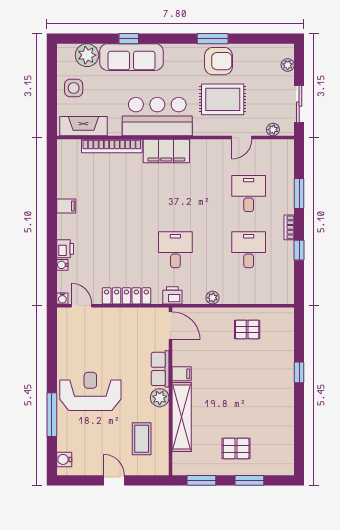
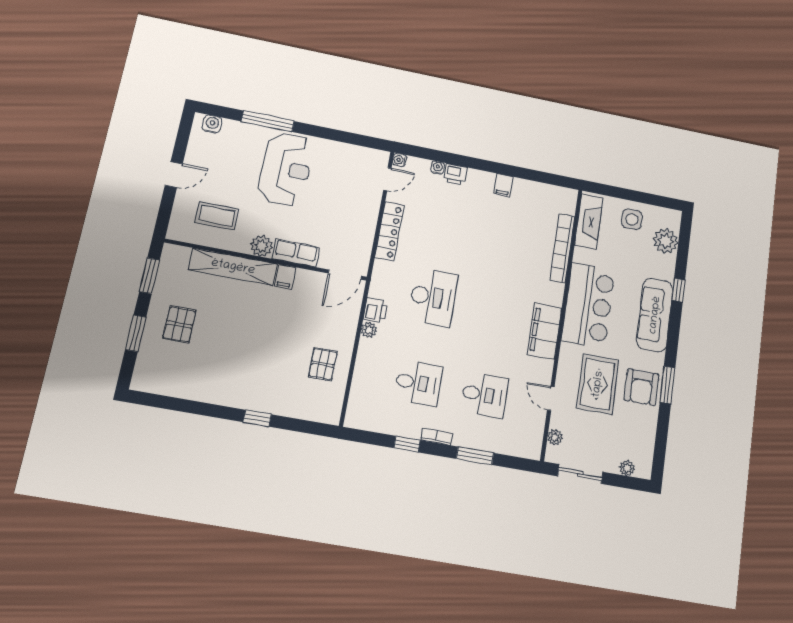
sofa: (132, 57) -> (655, 315), moved
filing cabinet: (166, 151) -> (545, 331), moved
desk: (175, 250) -> (433, 297), width x1.37
printer: (172, 295) -> (375, 310), moved

